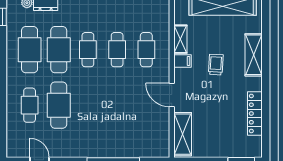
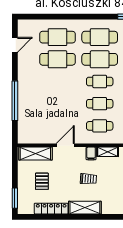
shelving: (254, 55) -> (85, 208), moved
cafe table: (30, 105) -> (57, 37), width x1.37, depth x1.35
pallet: (219, 126) -> (42, 181), added

